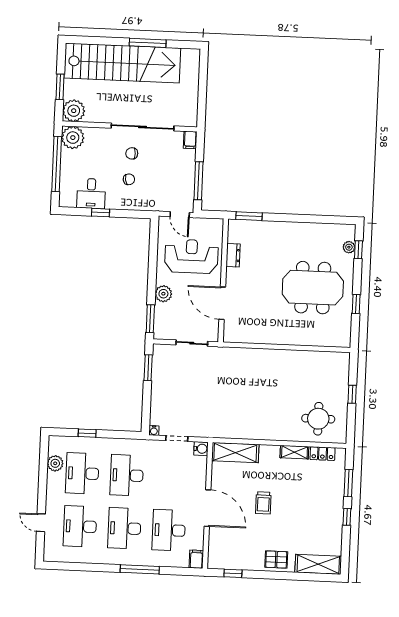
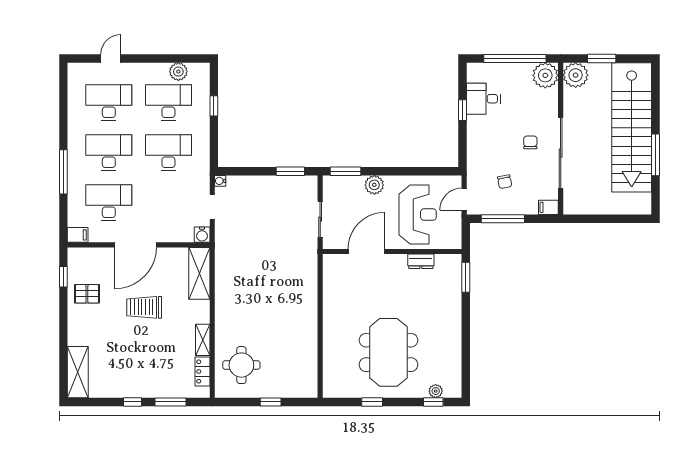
chair: (129, 179) -> (505, 182), moved
trolley: (263, 503) -> (144, 307), width x1.36, depth x1.39
pallet: (276, 560) -> (87, 294), moved, turned 90

